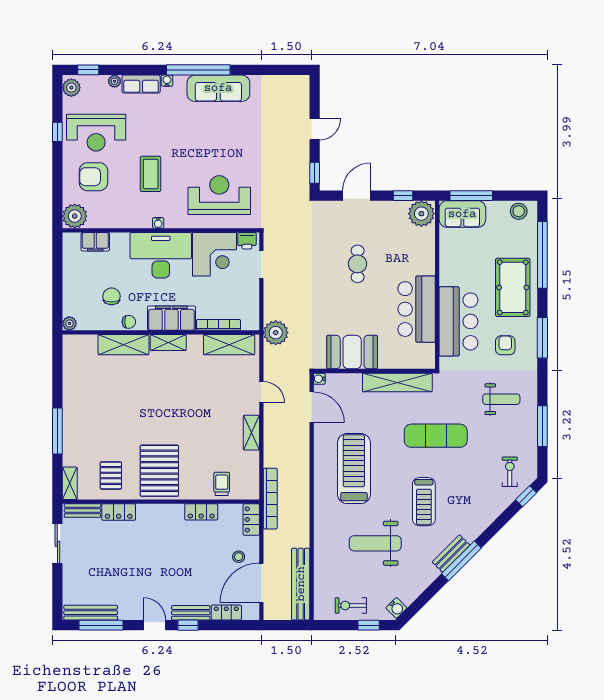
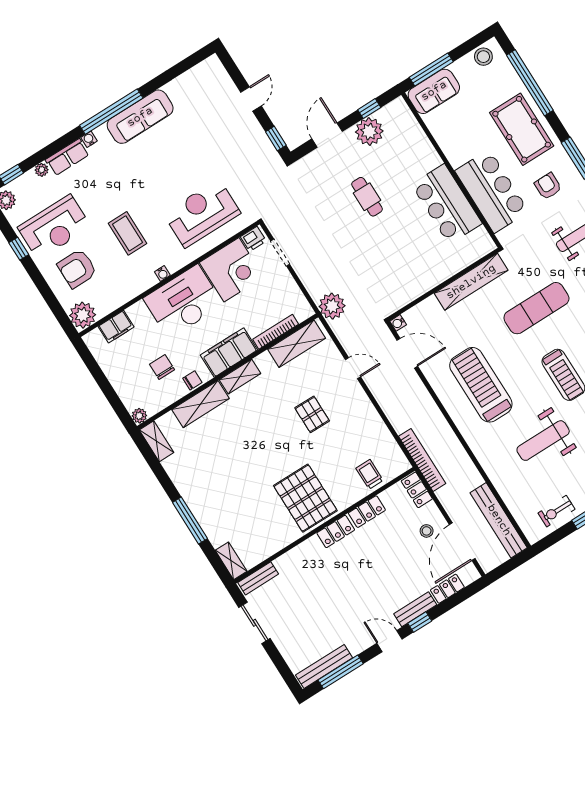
plant: (421, 214) -> (369, 132), moved
booth: (352, 352) -> (413, 280), removed
shelving: (251, 433) -> (157, 441), moved
pallet: (111, 475) -> (312, 414), moved
locker: (119, 512) -> (336, 531), moved

